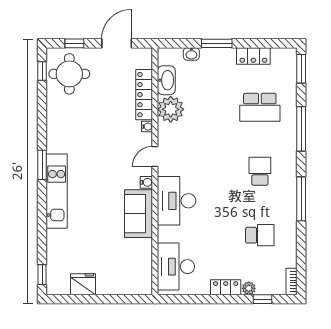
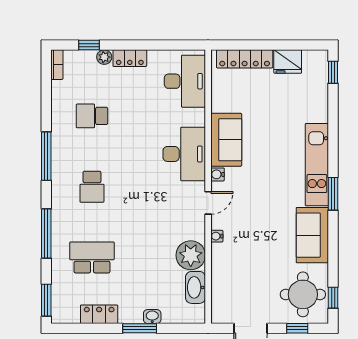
washbasin: (191, 54) -> (152, 317), moved
locker: (144, 95) -> (245, 59), moved, turned 90
sofa: (61, 127) -> (312, 235), added

